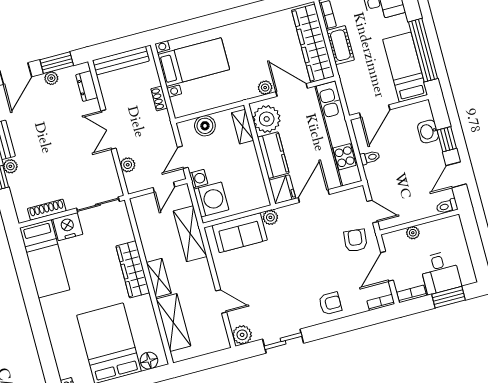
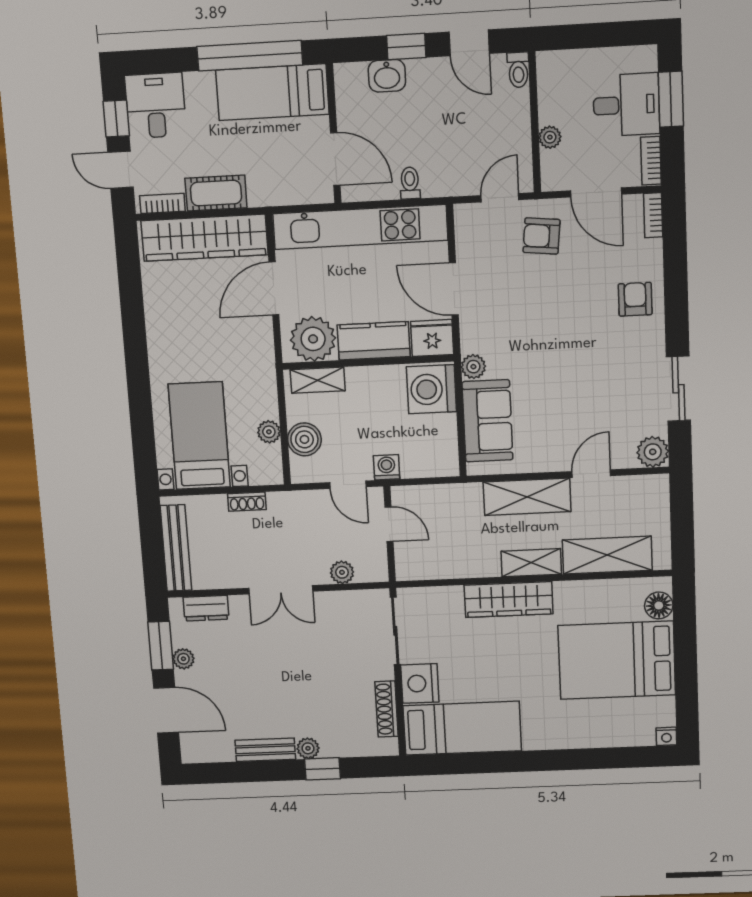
plant: (265, 88) -> (269, 432), moved
washing machine: (211, 199) -> (431, 389), moved, turned -90
shelving: (190, 234) -> (527, 497), moved

